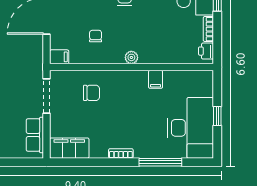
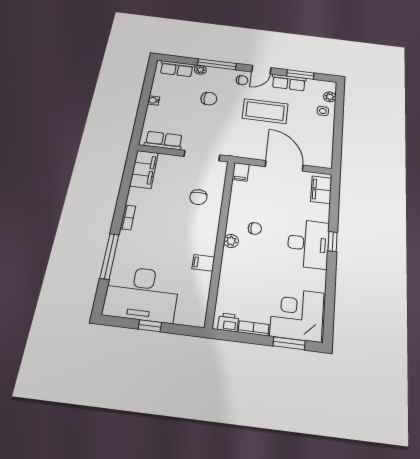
chair: (96, 36) -> (255, 228), moved

